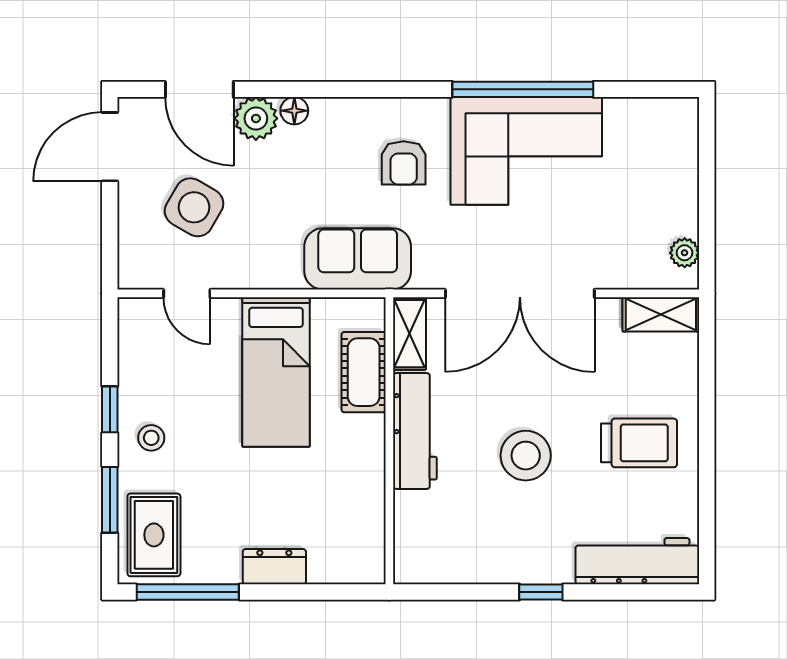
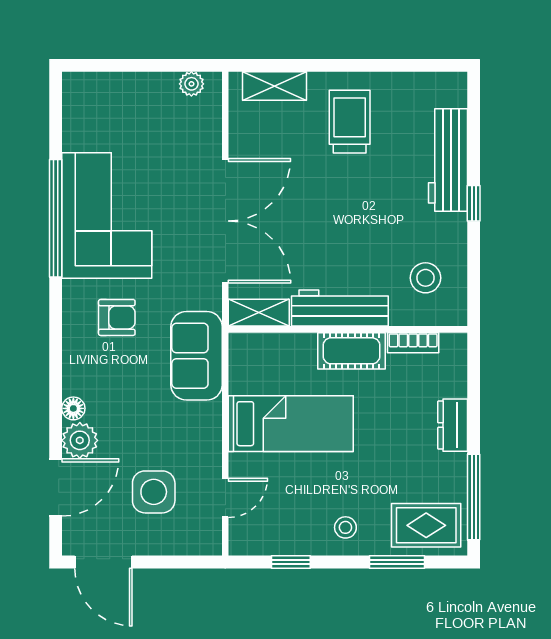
side table: (194, 207) -> (154, 492), turned -30
shelving: (661, 314) -> (274, 86), moved, turned 90
cot: (364, 372) -> (351, 351), moved
window: (110, 409) -> (291, 562), moved
stool: (526, 456) -> (425, 278), moved, width x0.73, depth x0.73
bookcase: (373, 519) -> (413, 343), added
workbench: (637, 561) -> (448, 160), moved

